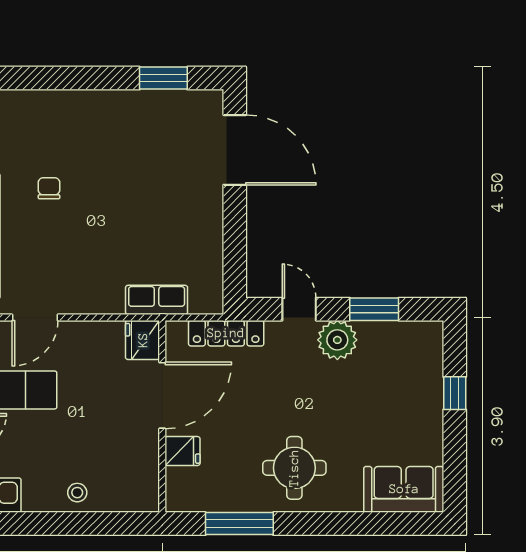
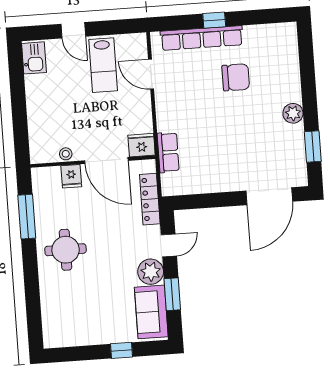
plant: (110, 105) -> (293, 113), added
chair: (49, 188) -> (236, 77), width x1.87, depth x1.87
sofa: (404, 489) -> (151, 312), moved, turned 180
stool: (77, 493) -> (66, 154), moved

